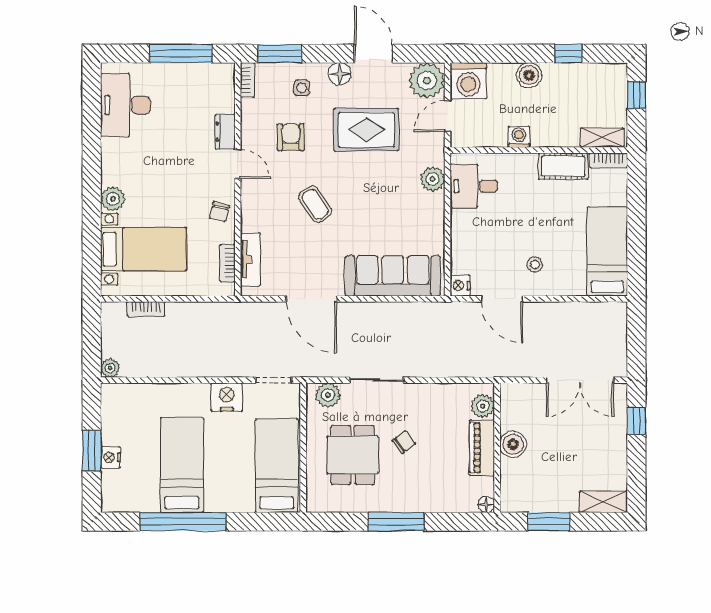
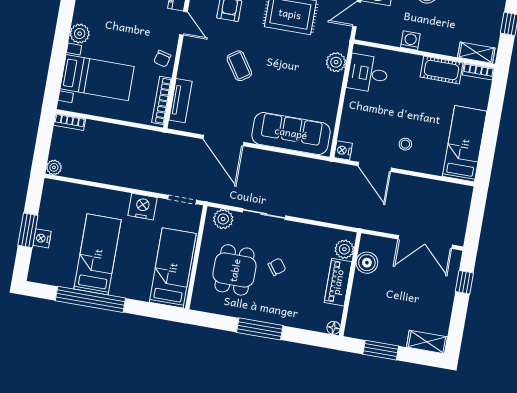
bookcase: (228, 263) -> (162, 100), width x1.56
bookcase: (146, 309) -> (70, 122), moved
boiler: (513, 444) -> (367, 263), moved

